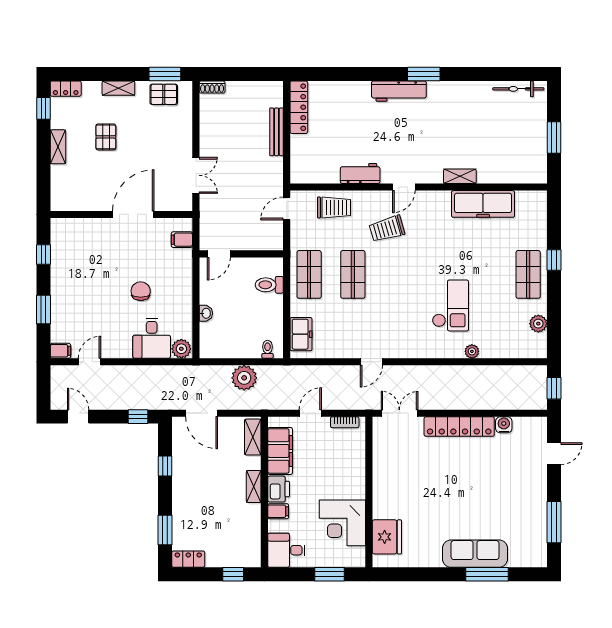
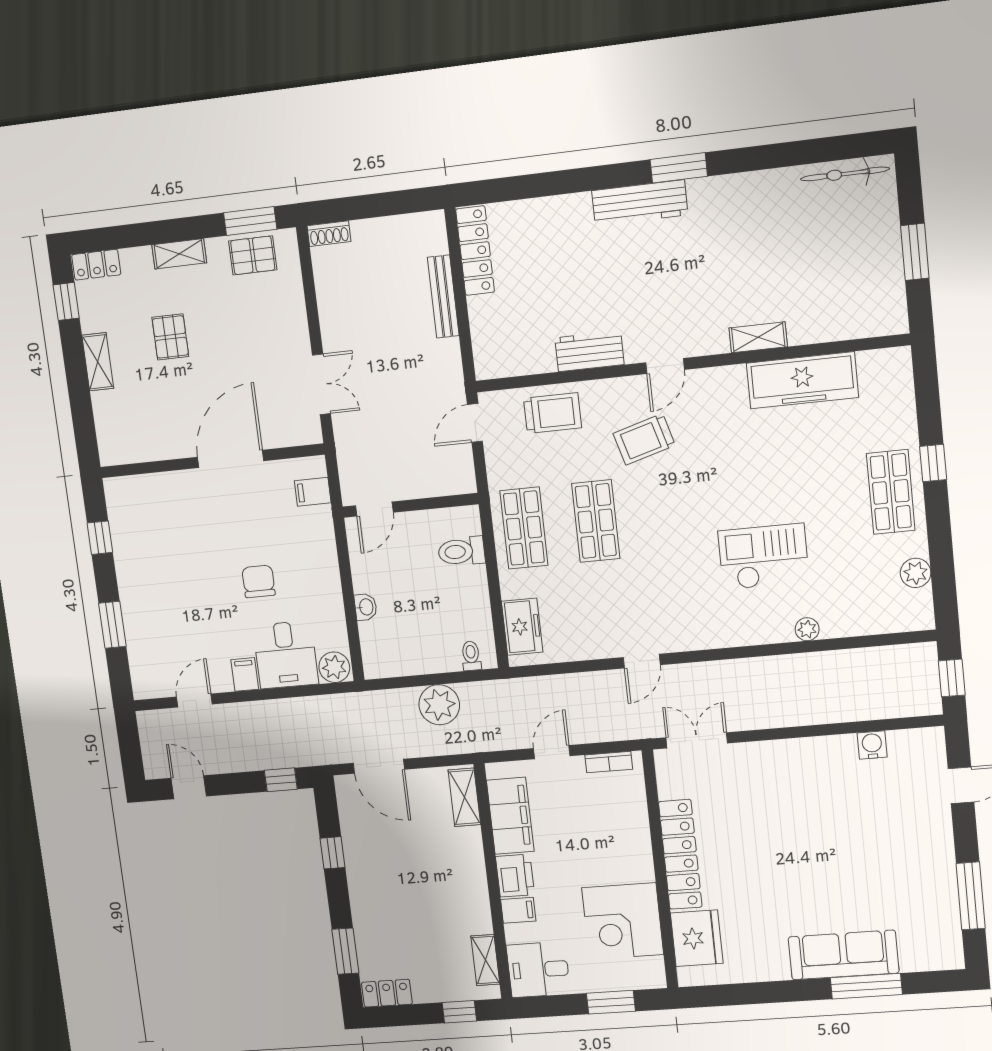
checkout: (450, 305) -> (764, 557), turned -90
filing cabinet: (60, 351) -> (245, 674), moved, turned -90
locker: (459, 427) -> (680, 854), moved, turned -90
shelving: (254, 487) -> (485, 960), moved

